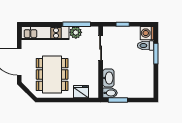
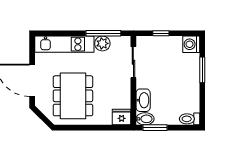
toilet: (146, 46) -> (189, 119), moved
fridge: (81, 92) -> (122, 117), moved

